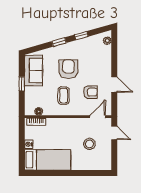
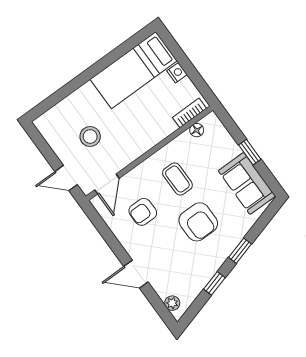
door: (114, 85) -> (136, 274), moved

